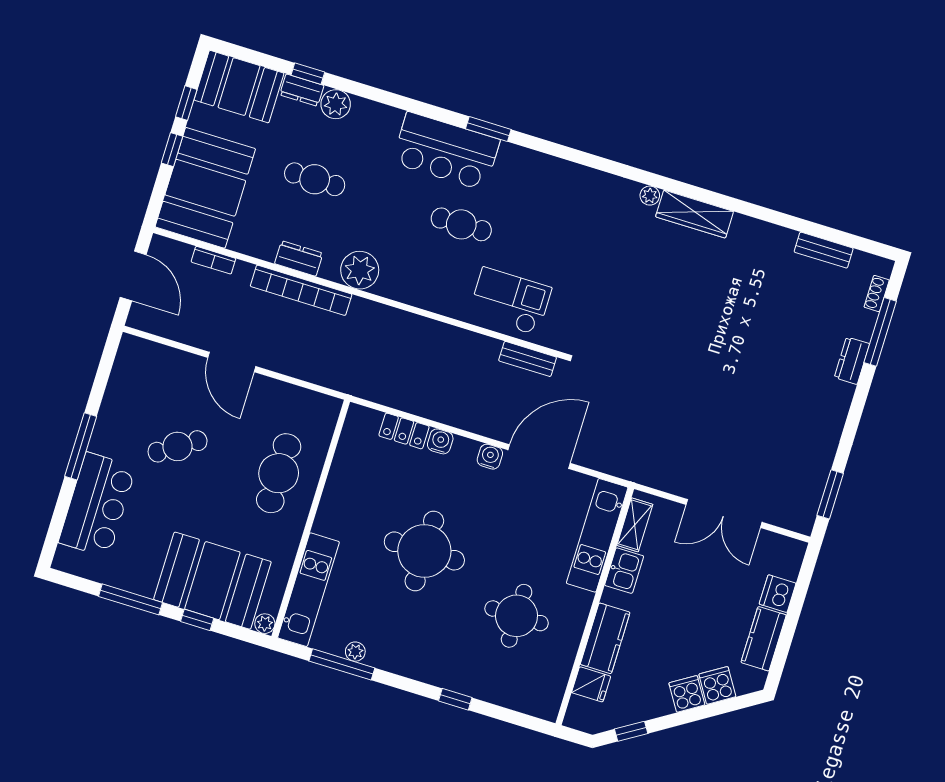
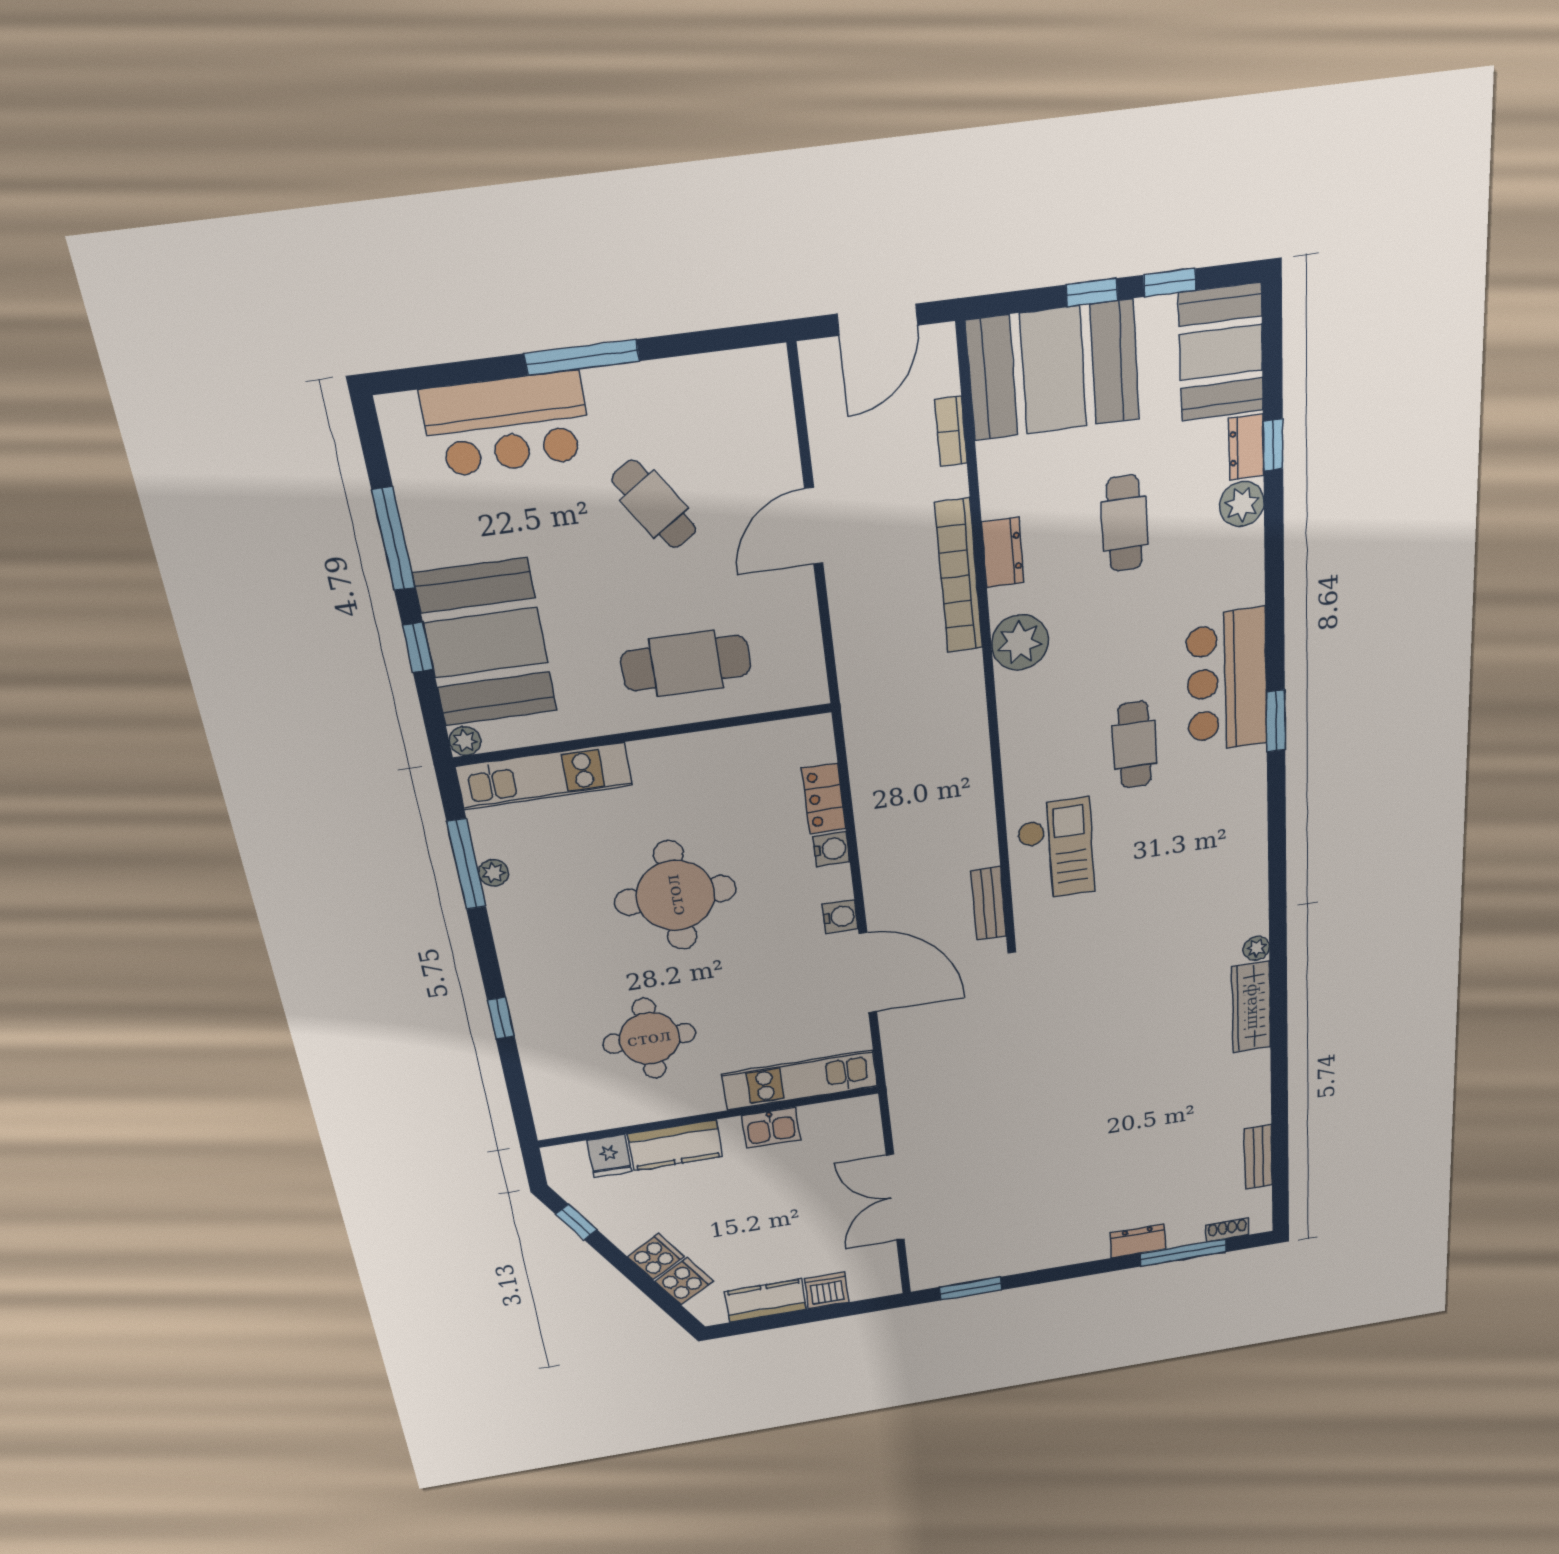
shelving: (635, 525) -> (834, 1114), removed

